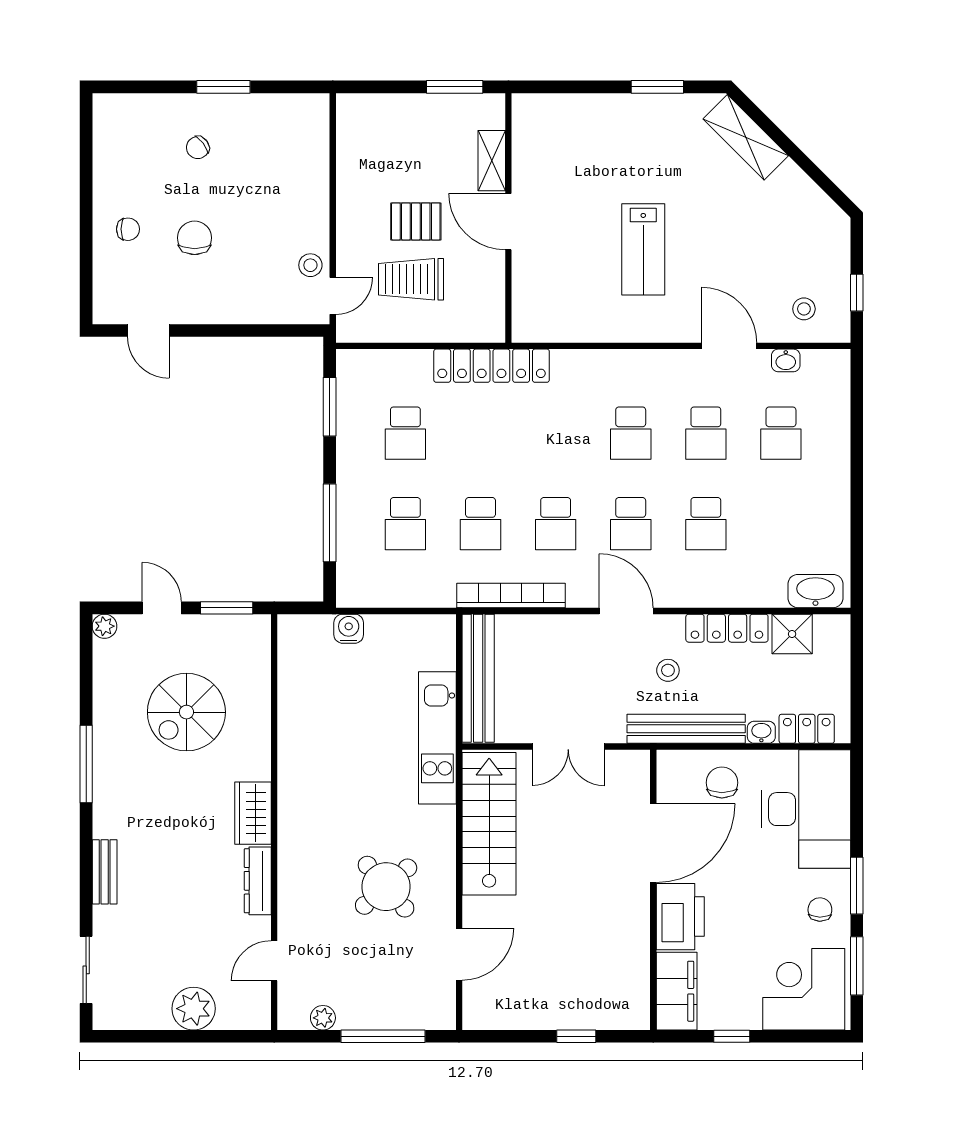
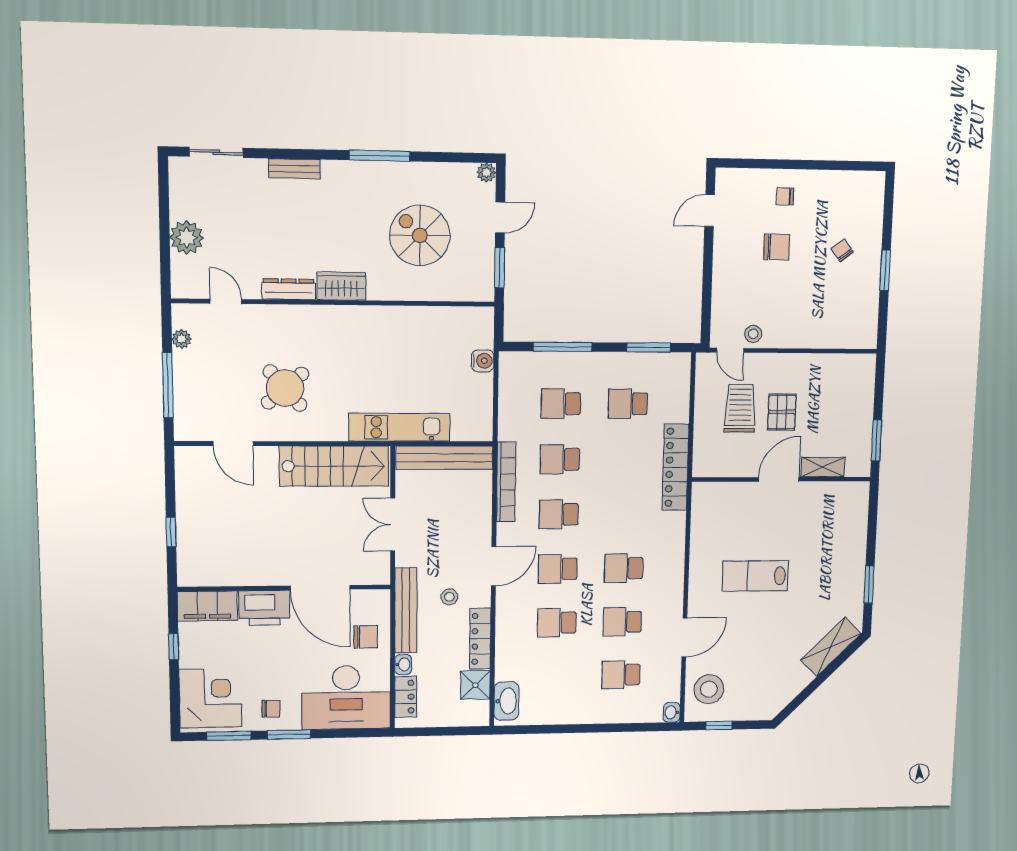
chair: (128, 229) -> (785, 196), turned 90
stool: (804, 309) -> (709, 689), width x1.89, depth x1.89
washbasin: (786, 360) -> (672, 712), moved

